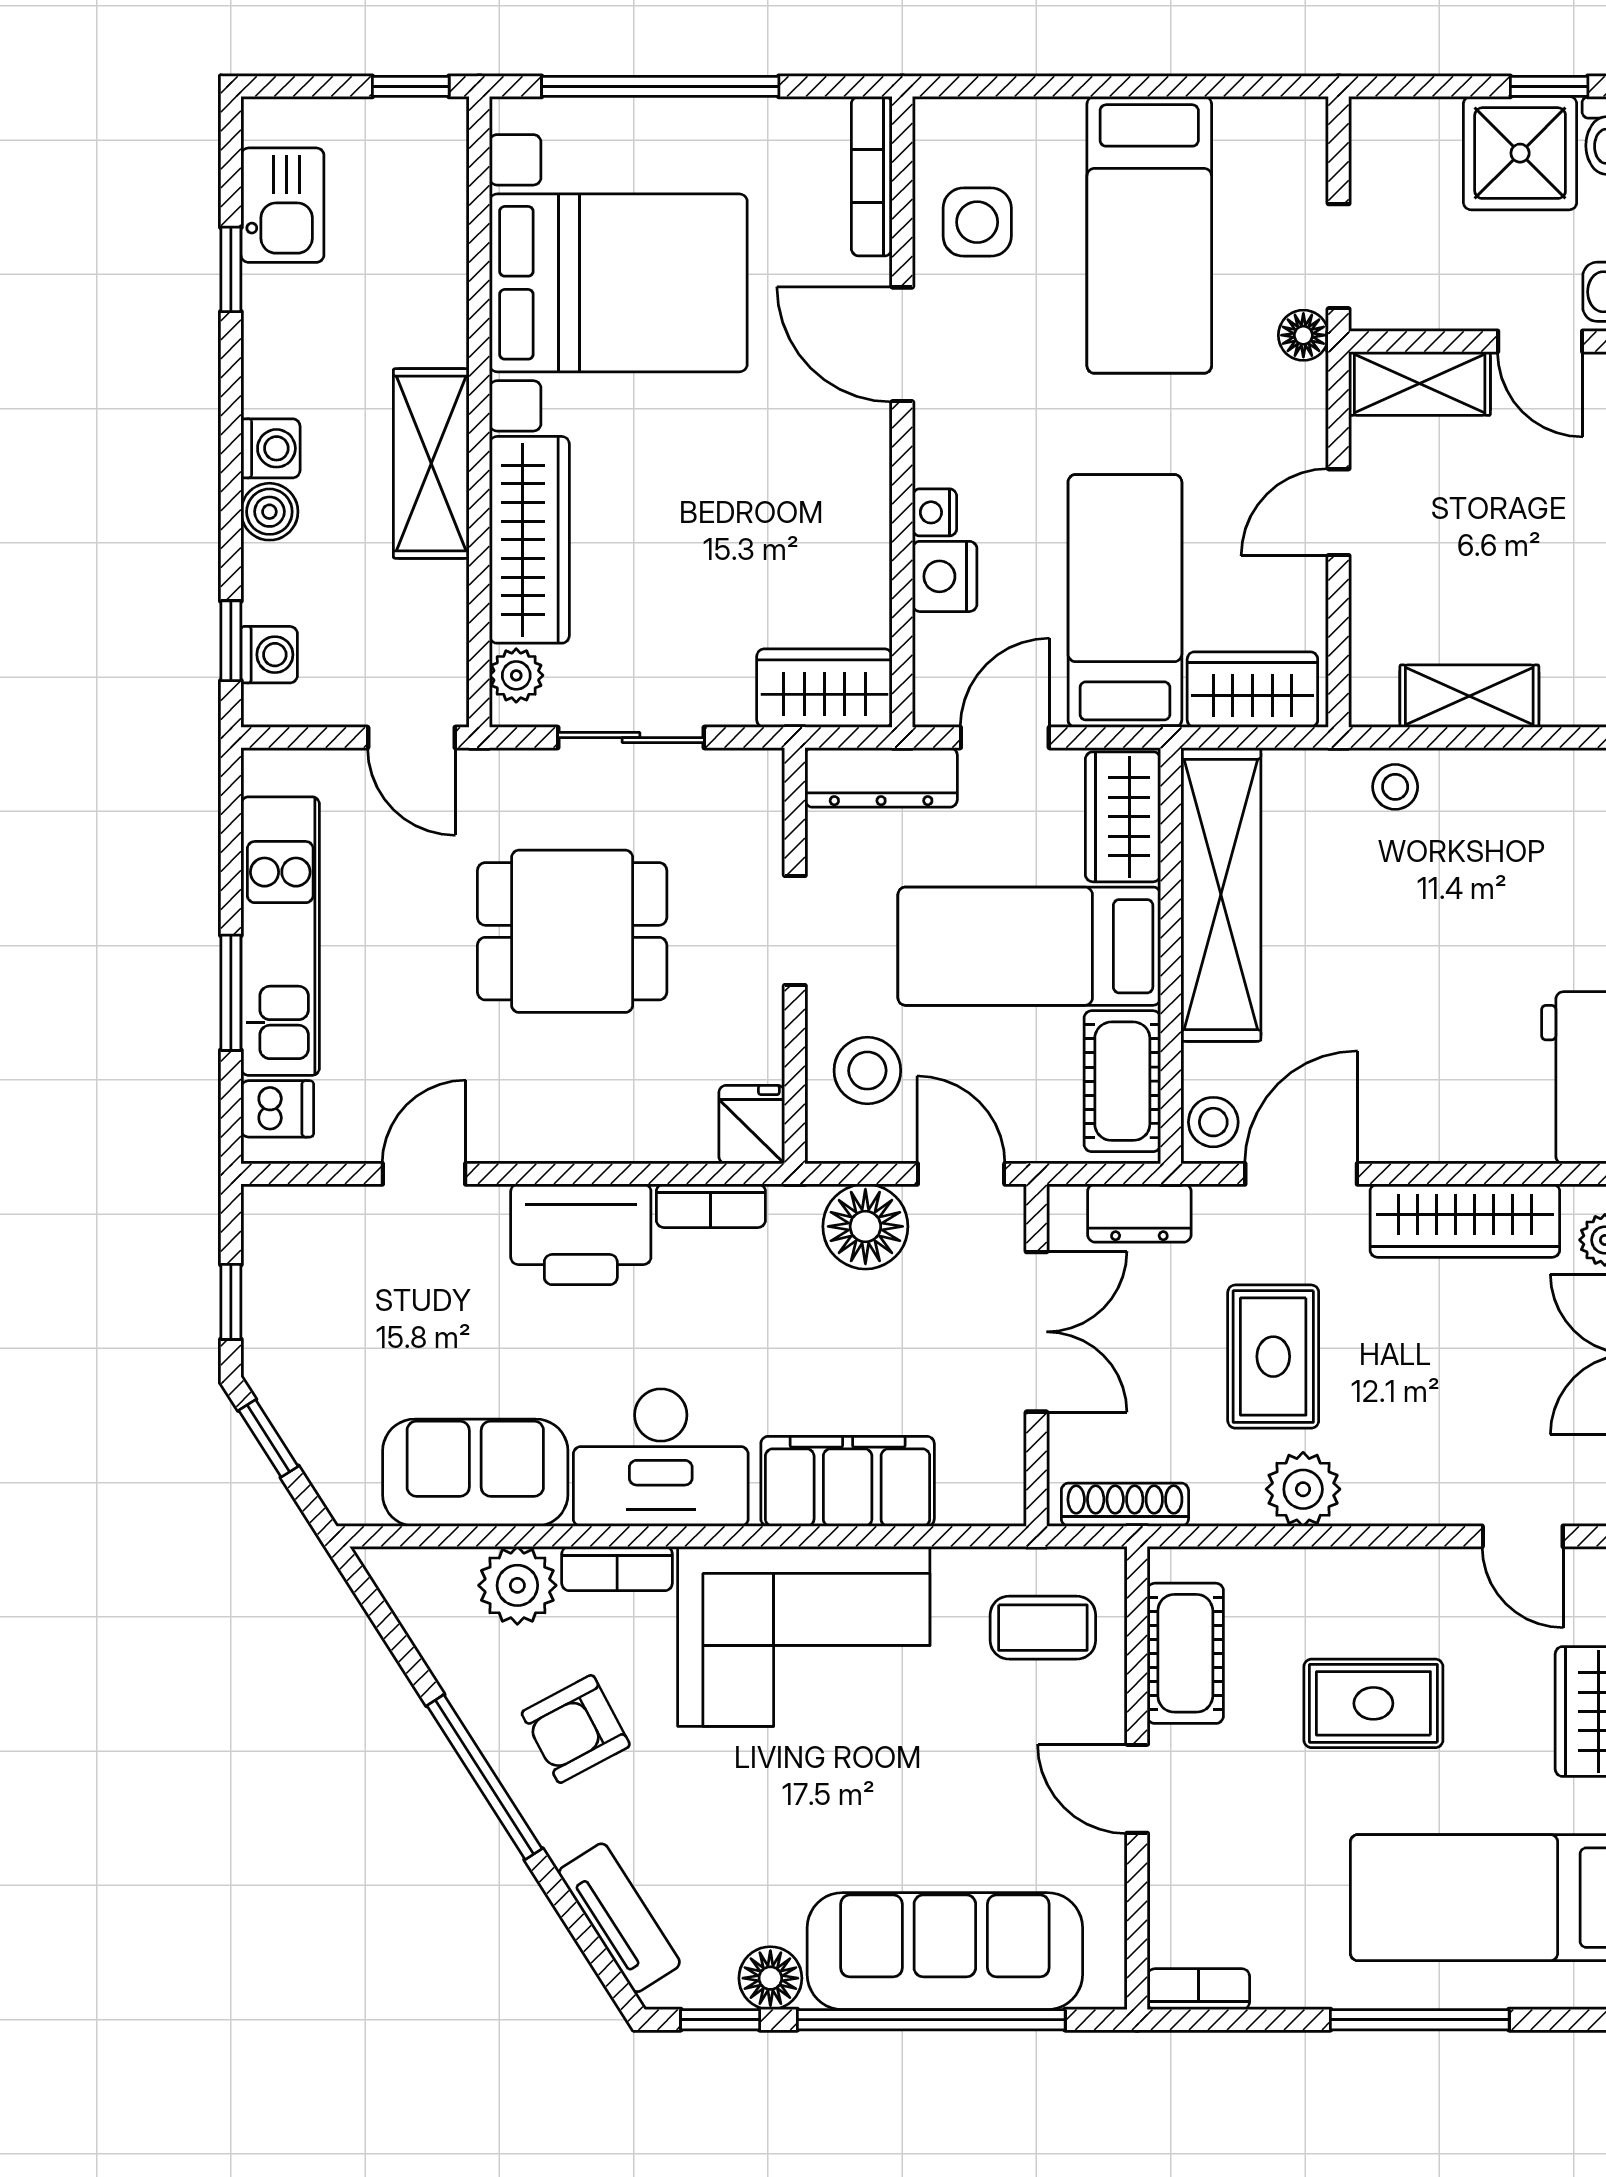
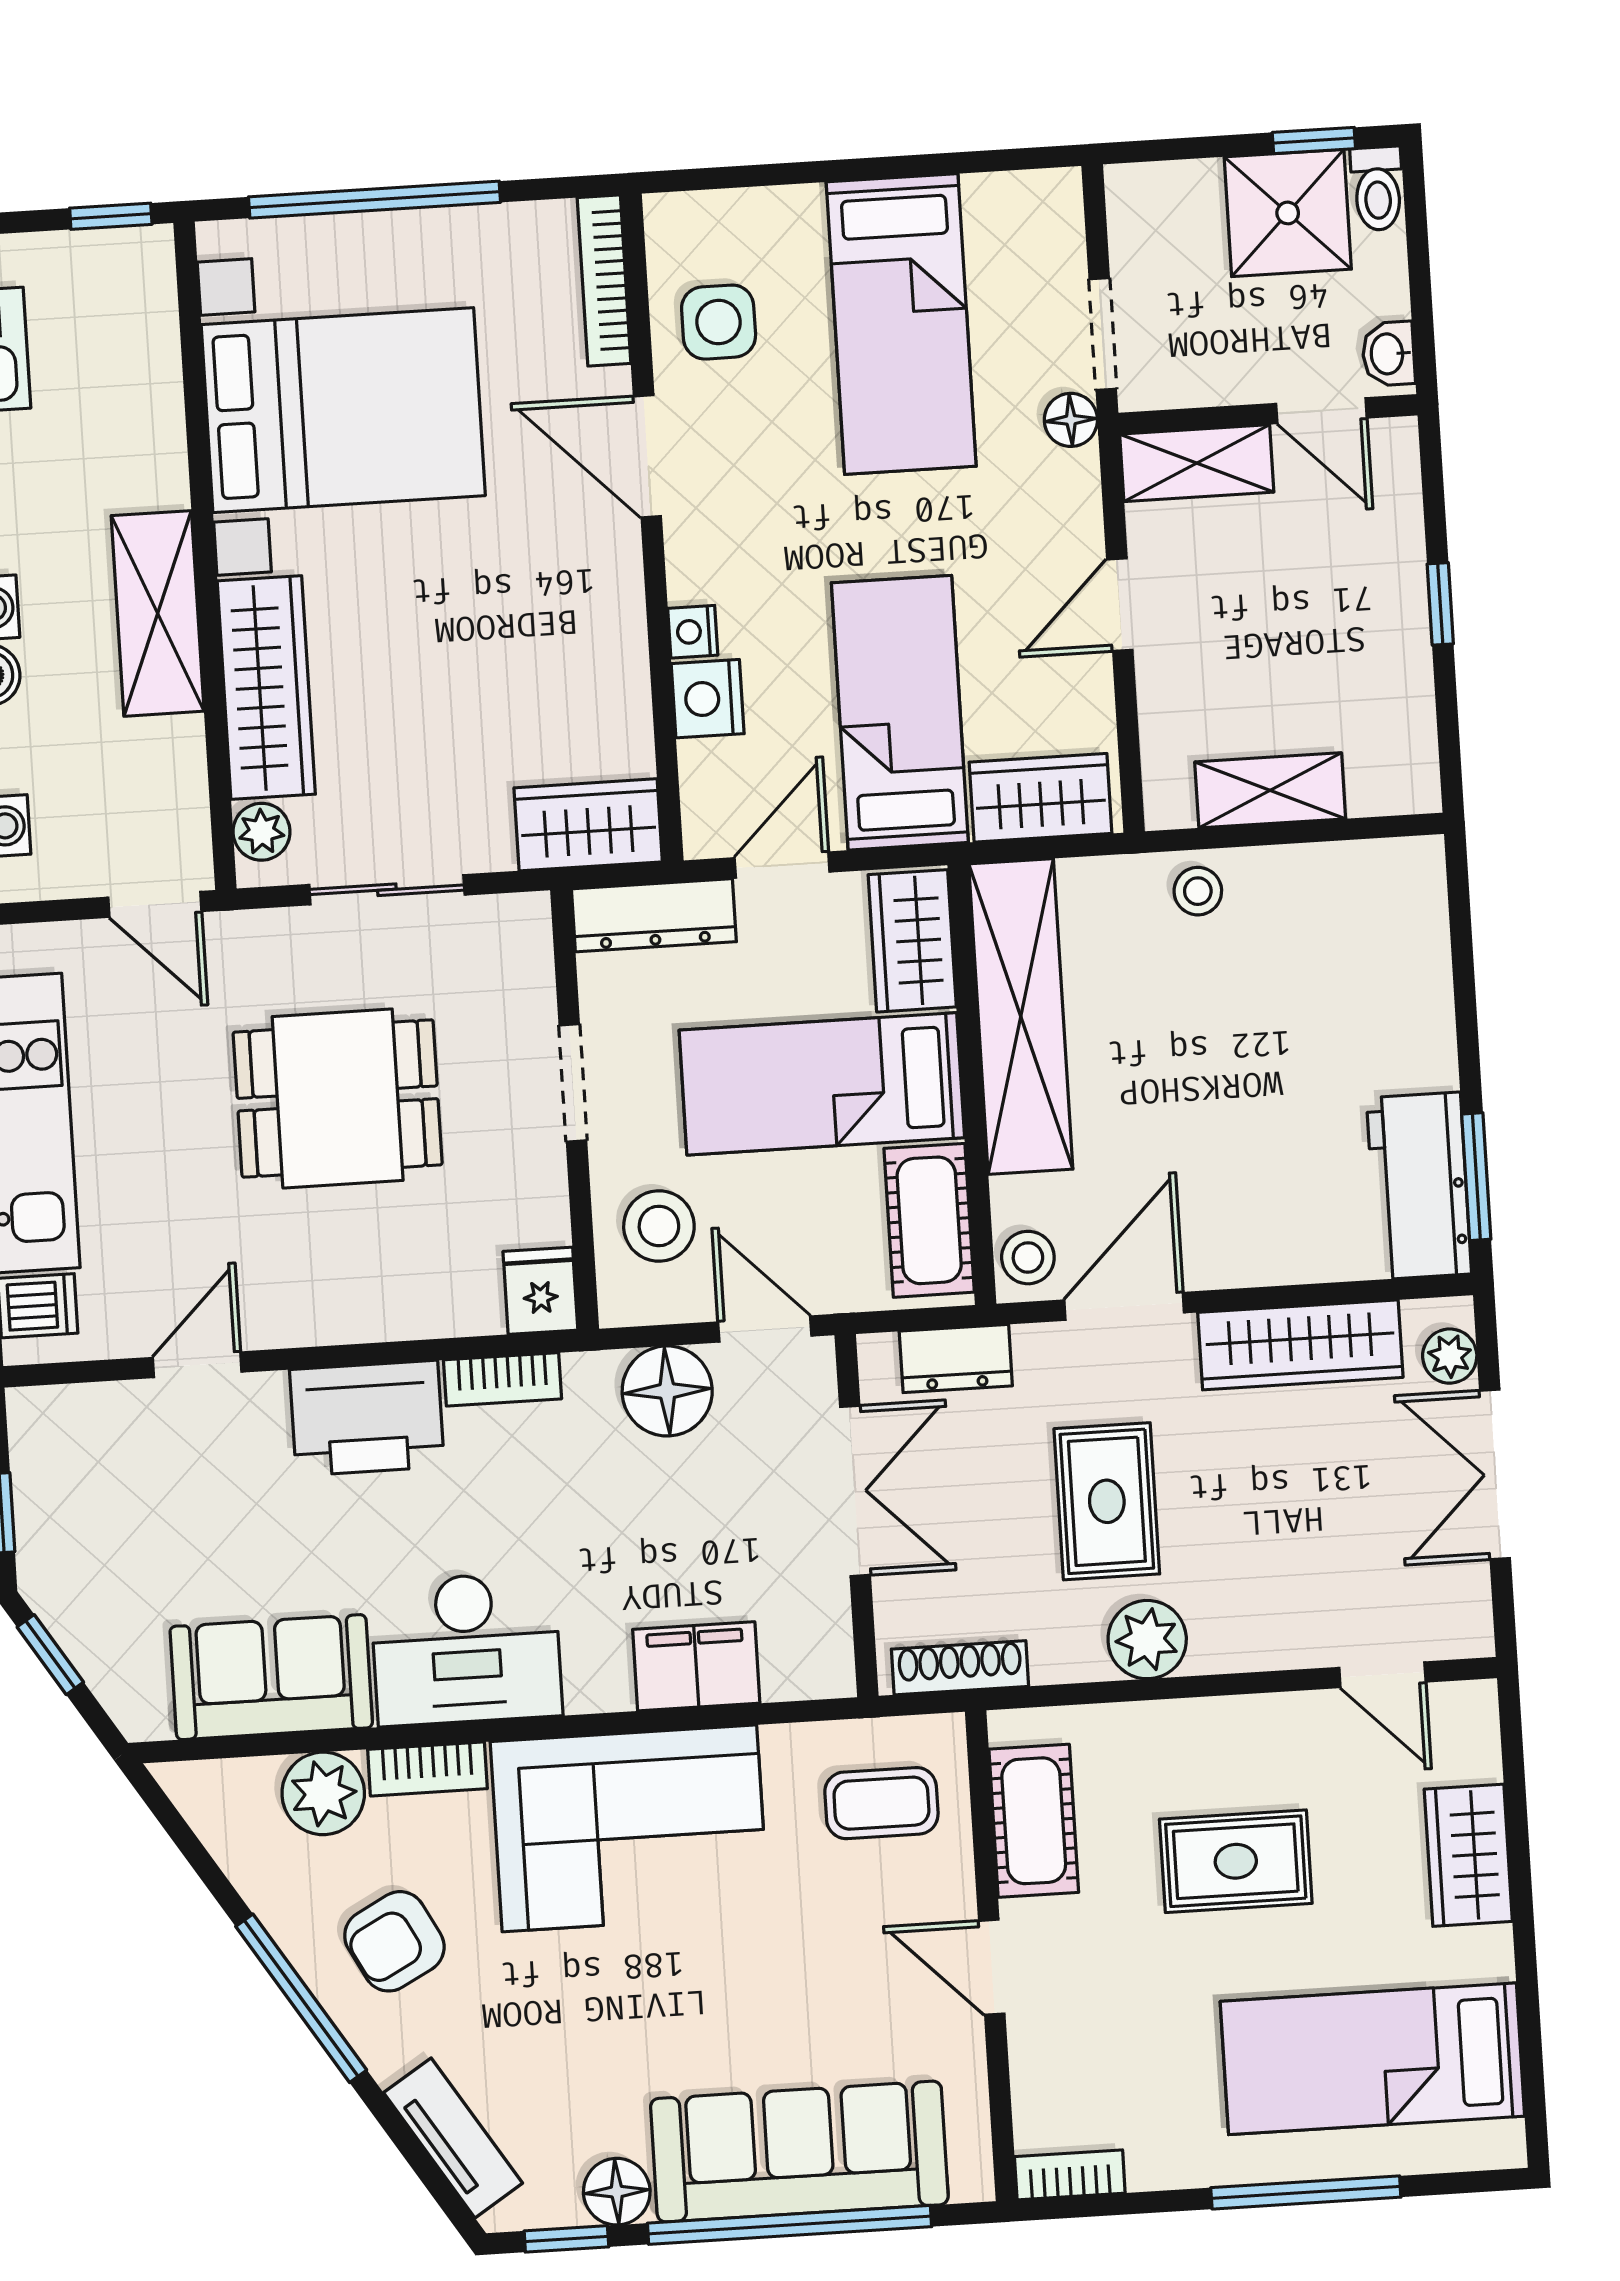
filing cabinet: (848, 1481) -> (696, 1666), width x0.67, depth x0.86

